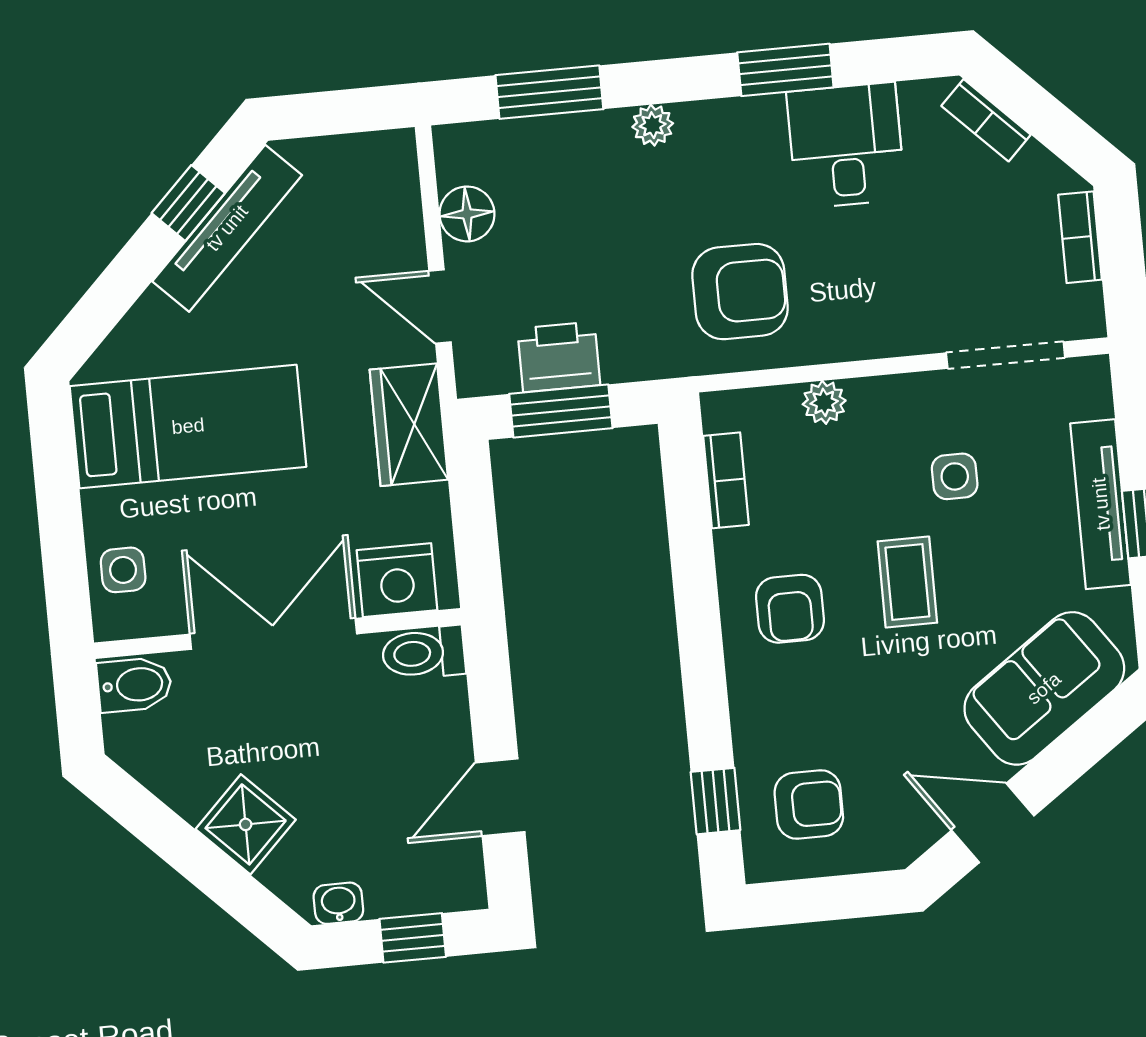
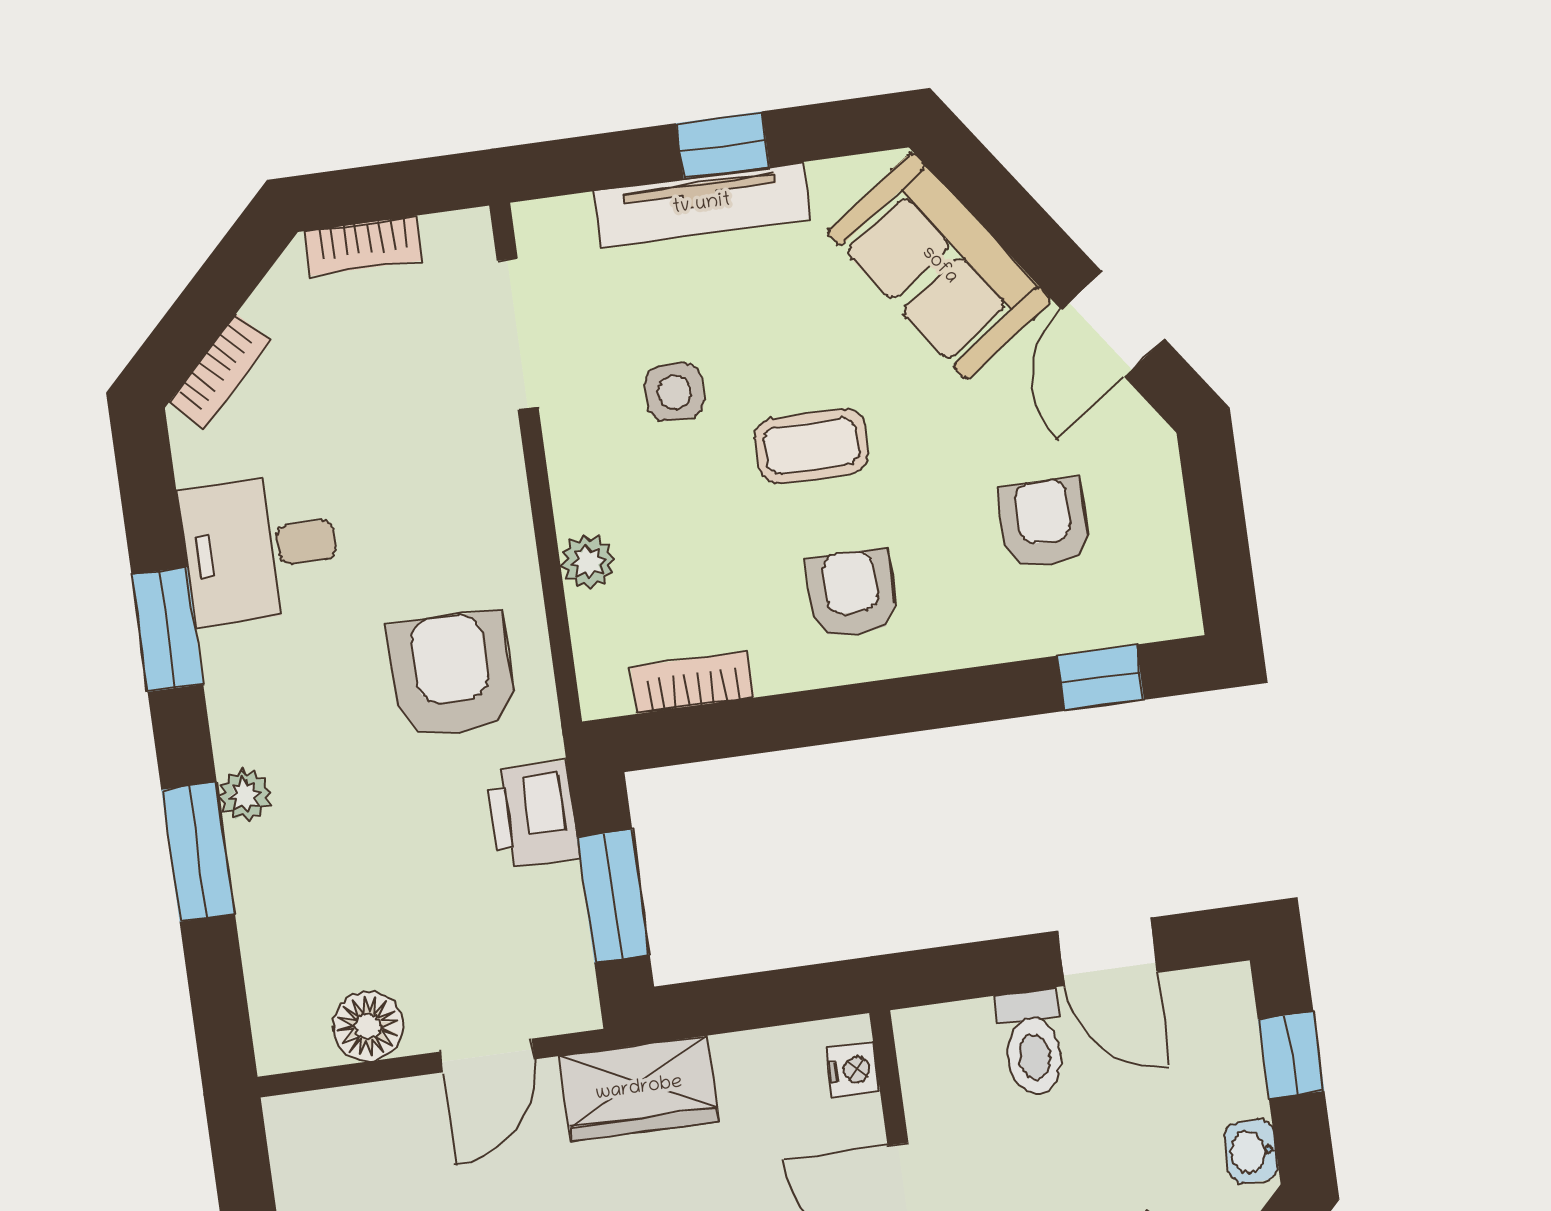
window: (549, 92) -> (198, 852), moved
printer: (559, 357) -> (533, 815), moved
nightstand: (397, 580) -> (853, 1070), width x0.53, depth x0.56
armchair: (790, 609) -> (852, 594), turned -90
toilet: (424, 653) -> (1032, 1043), moved
armchair: (809, 804) -> (1044, 523), moved

